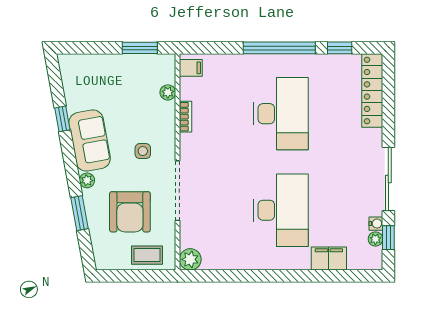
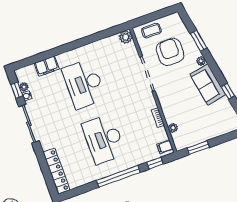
window: (340, 48) -> (155, 163), moved
side table: (143, 151) -> (175, 89), removed

